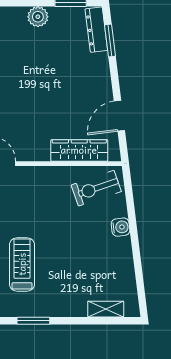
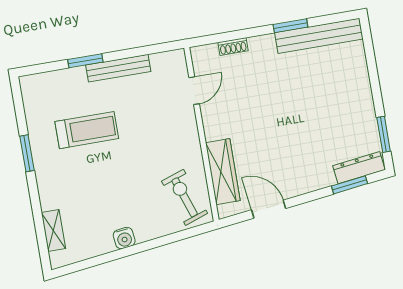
plant: (38, 17) -> (362, 101), removed
water cooler: (121, 227) -> (124, 238), moved

